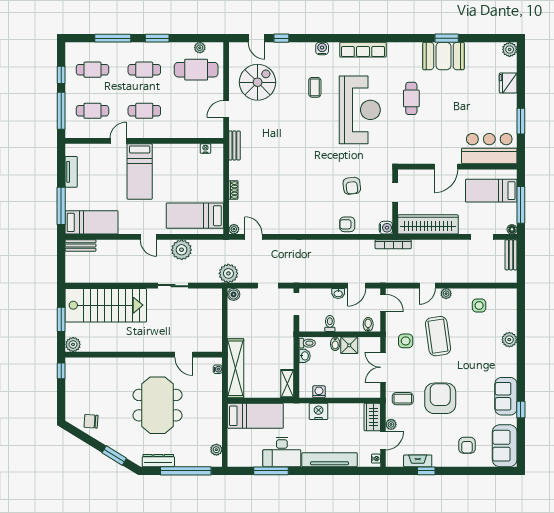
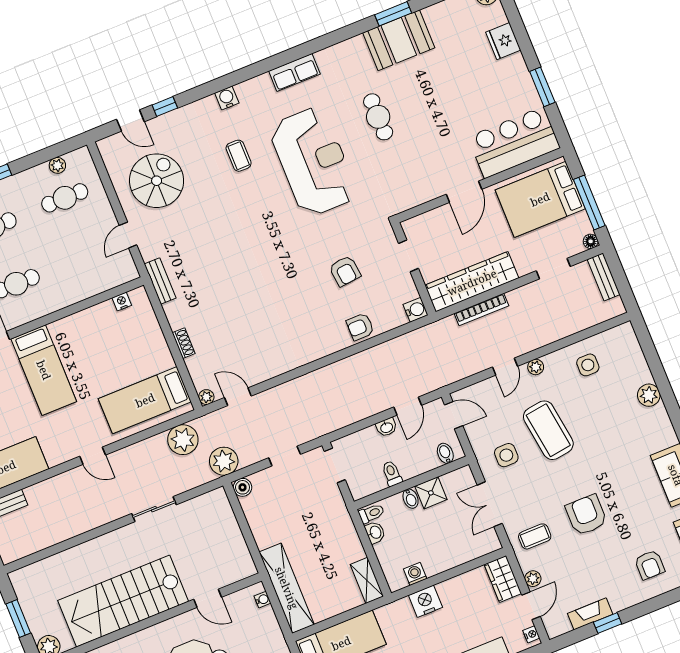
row of seats: (363, 50) -> (294, 72), width x0.68
cafe table: (196, 70) -> (65, 198), width x0.73, depth x0.74
bed: (491, 191) -> (540, 199), width x1.50
bookcase: (393, 244) -> (481, 310), moved
plant: (182, 250) -> (183, 440), moved
stairs: (106, 305) -> (123, 601), moved, turned 180
armchair: (440, 398) -> (586, 515), width x0.73, depth x0.73

